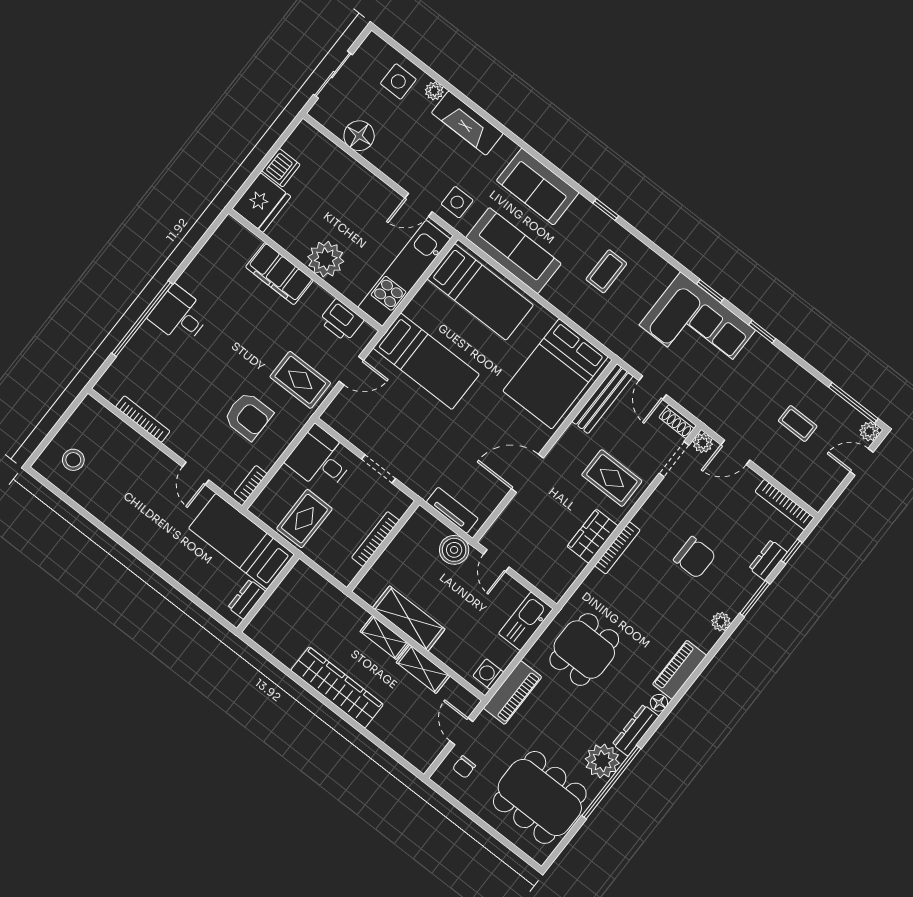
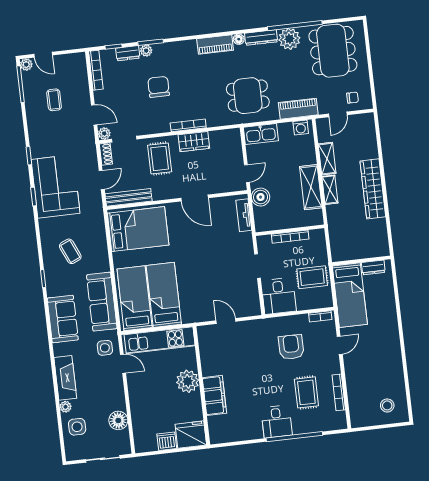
coffee table: (606, 271) -> (70, 251), turned 66
printer: (341, 320) -> (208, 347), removed
bed: (426, 361) -> (164, 295), moved
rug: (300, 380) -> (306, 392), moved
plant: (721, 622) -> (146, 51), moved

